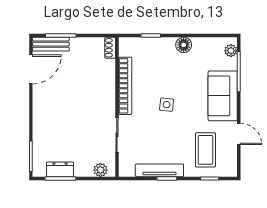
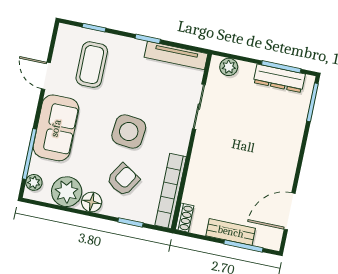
bench: (51, 44) -> (231, 232), moved
plant: (204, 49) -> (67, 192), added
armchair: (163, 67) -> (123, 180), added
bookcase: (125, 86) -> (171, 191), moved
side table: (167, 105) -> (129, 131), width x1.87, depth x1.87
dresser: (60, 169) -> (279, 78), width x1.44
tv unit: (159, 170) -> (176, 55), moved

